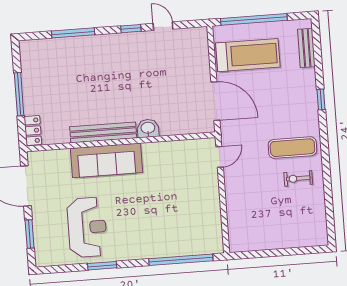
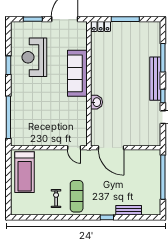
bench: (306, 48) -> (129, 210), moved
treadmill: (248, 55) -> (25, 172), moved
door: (215, 101) -> (111, 148), hinge flipped
bench: (103, 132) -> (155, 79), moved
reception desk: (87, 227) -> (34, 57), turned 90

